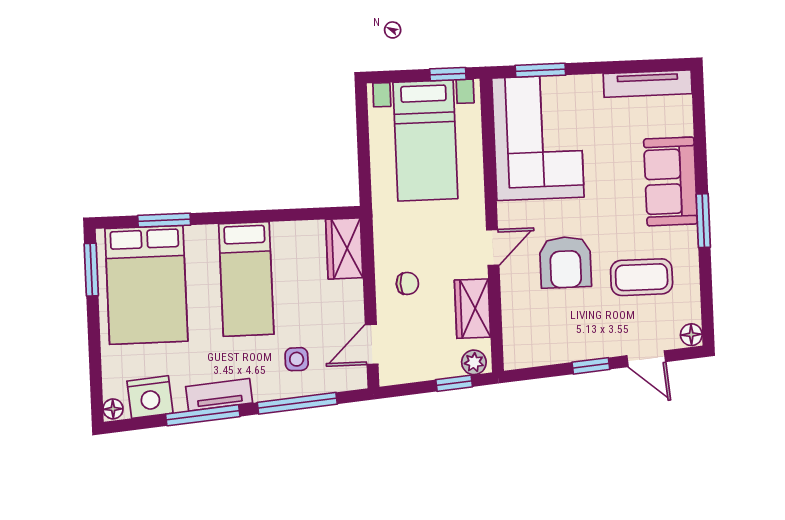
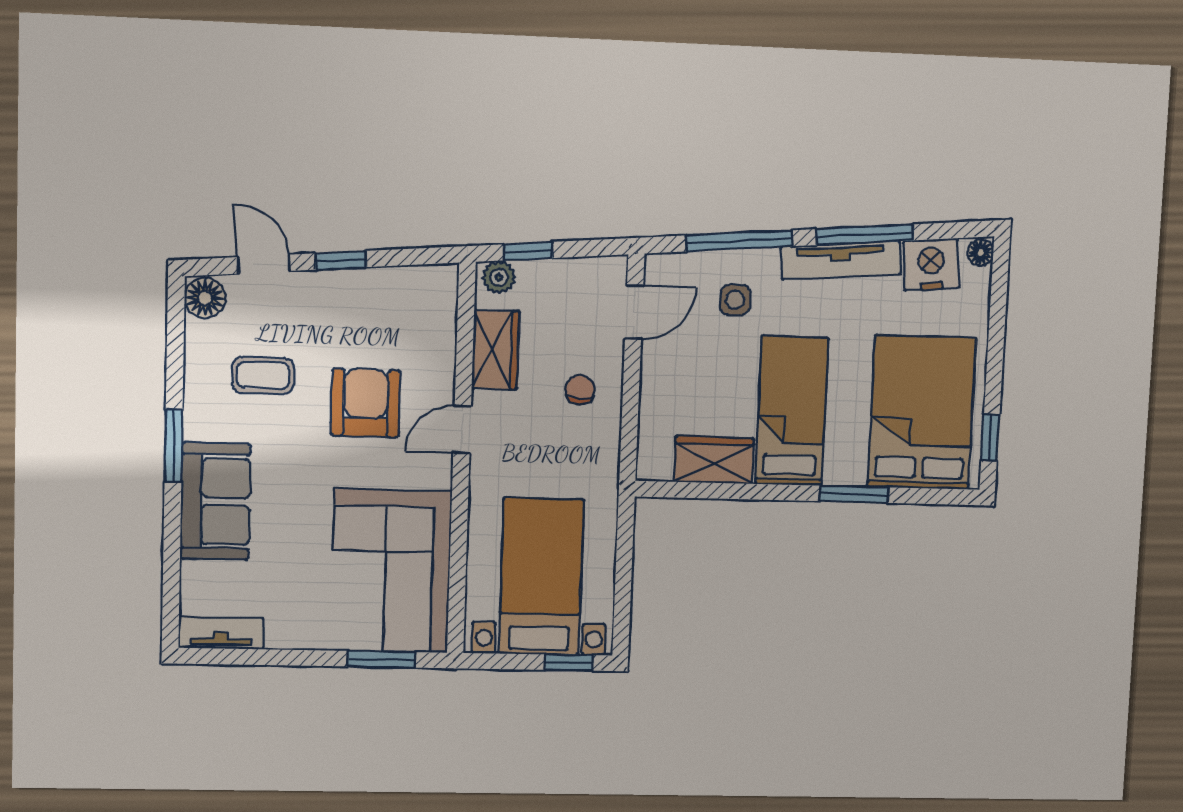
window: (448, 74) -> (569, 663), moved
tv unit: (648, 84) -> (221, 633), width x0.71
window: (164, 220) -> (854, 494), moved
wardrobe: (344, 249) -> (714, 460), moved, turned -90
window: (91, 270) -> (990, 437), width x0.67
coffee table: (642, 277) -> (263, 375), width x0.73, depth x0.77
chair: (407, 283) -> (580, 390), turned 90
floor lamp: (691, 335) -> (205, 298), width x1.37, depth x1.37
tv unit: (219, 395) -> (841, 260), width x1.41

